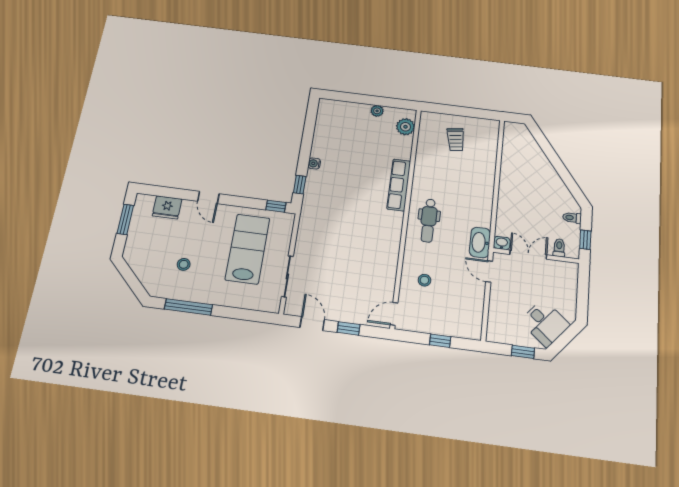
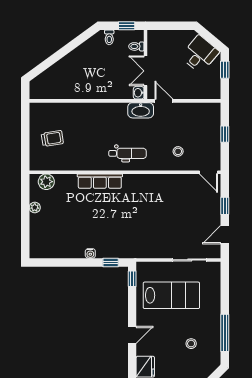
lab bench: (248, 249) -> (171, 295), turned 180
door: (489, 271) -> (164, 101), swing flipped

